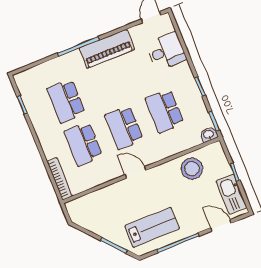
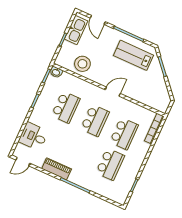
piano: (107, 49) -> (57, 169), width x0.73, depth x0.75
door: (136, 172) -> (113, 92), swing flipped

